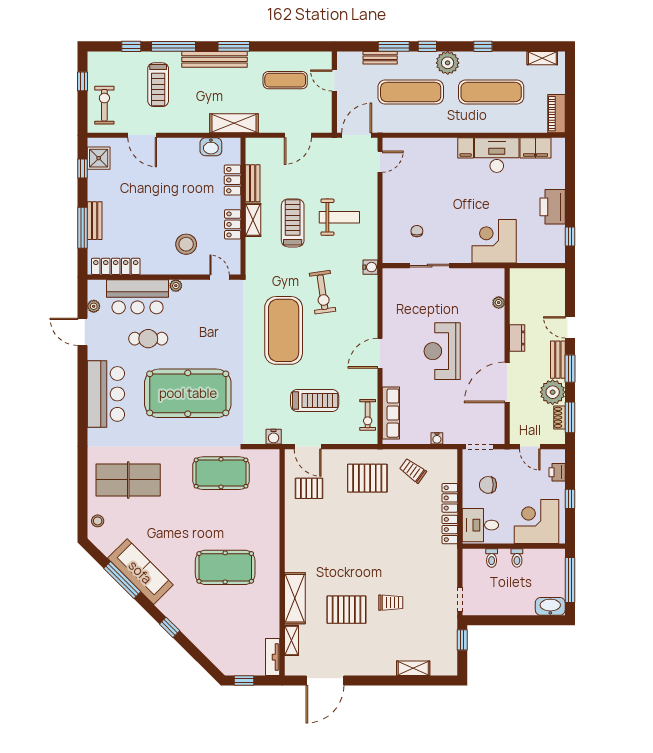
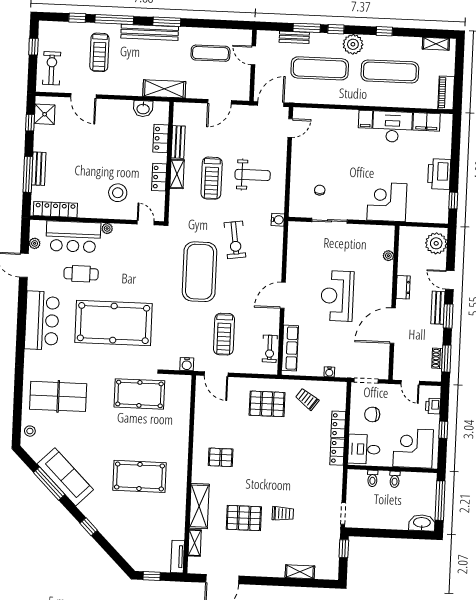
treadmill: (293, 223) -> (212, 178), turned 180
plant: (553, 392) -> (436, 243), moved
treadmill: (315, 400) -> (224, 334), turned 90
pallet: (309, 488) -> (221, 457), moved

